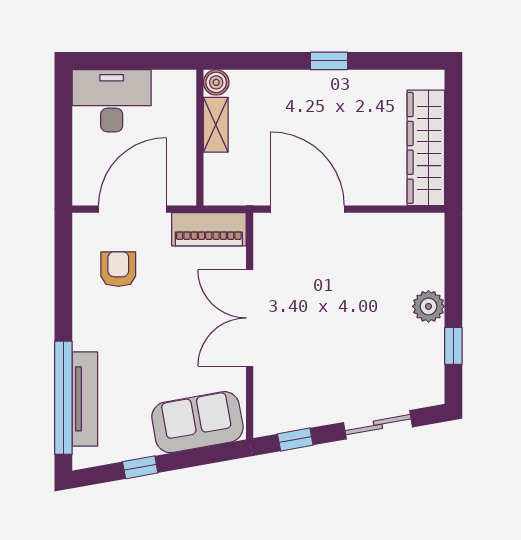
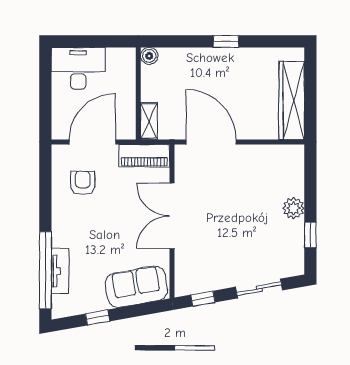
shelving: (216, 125) -> (149, 121), moved
tv unit: (85, 399) -> (60, 271), width x0.71

